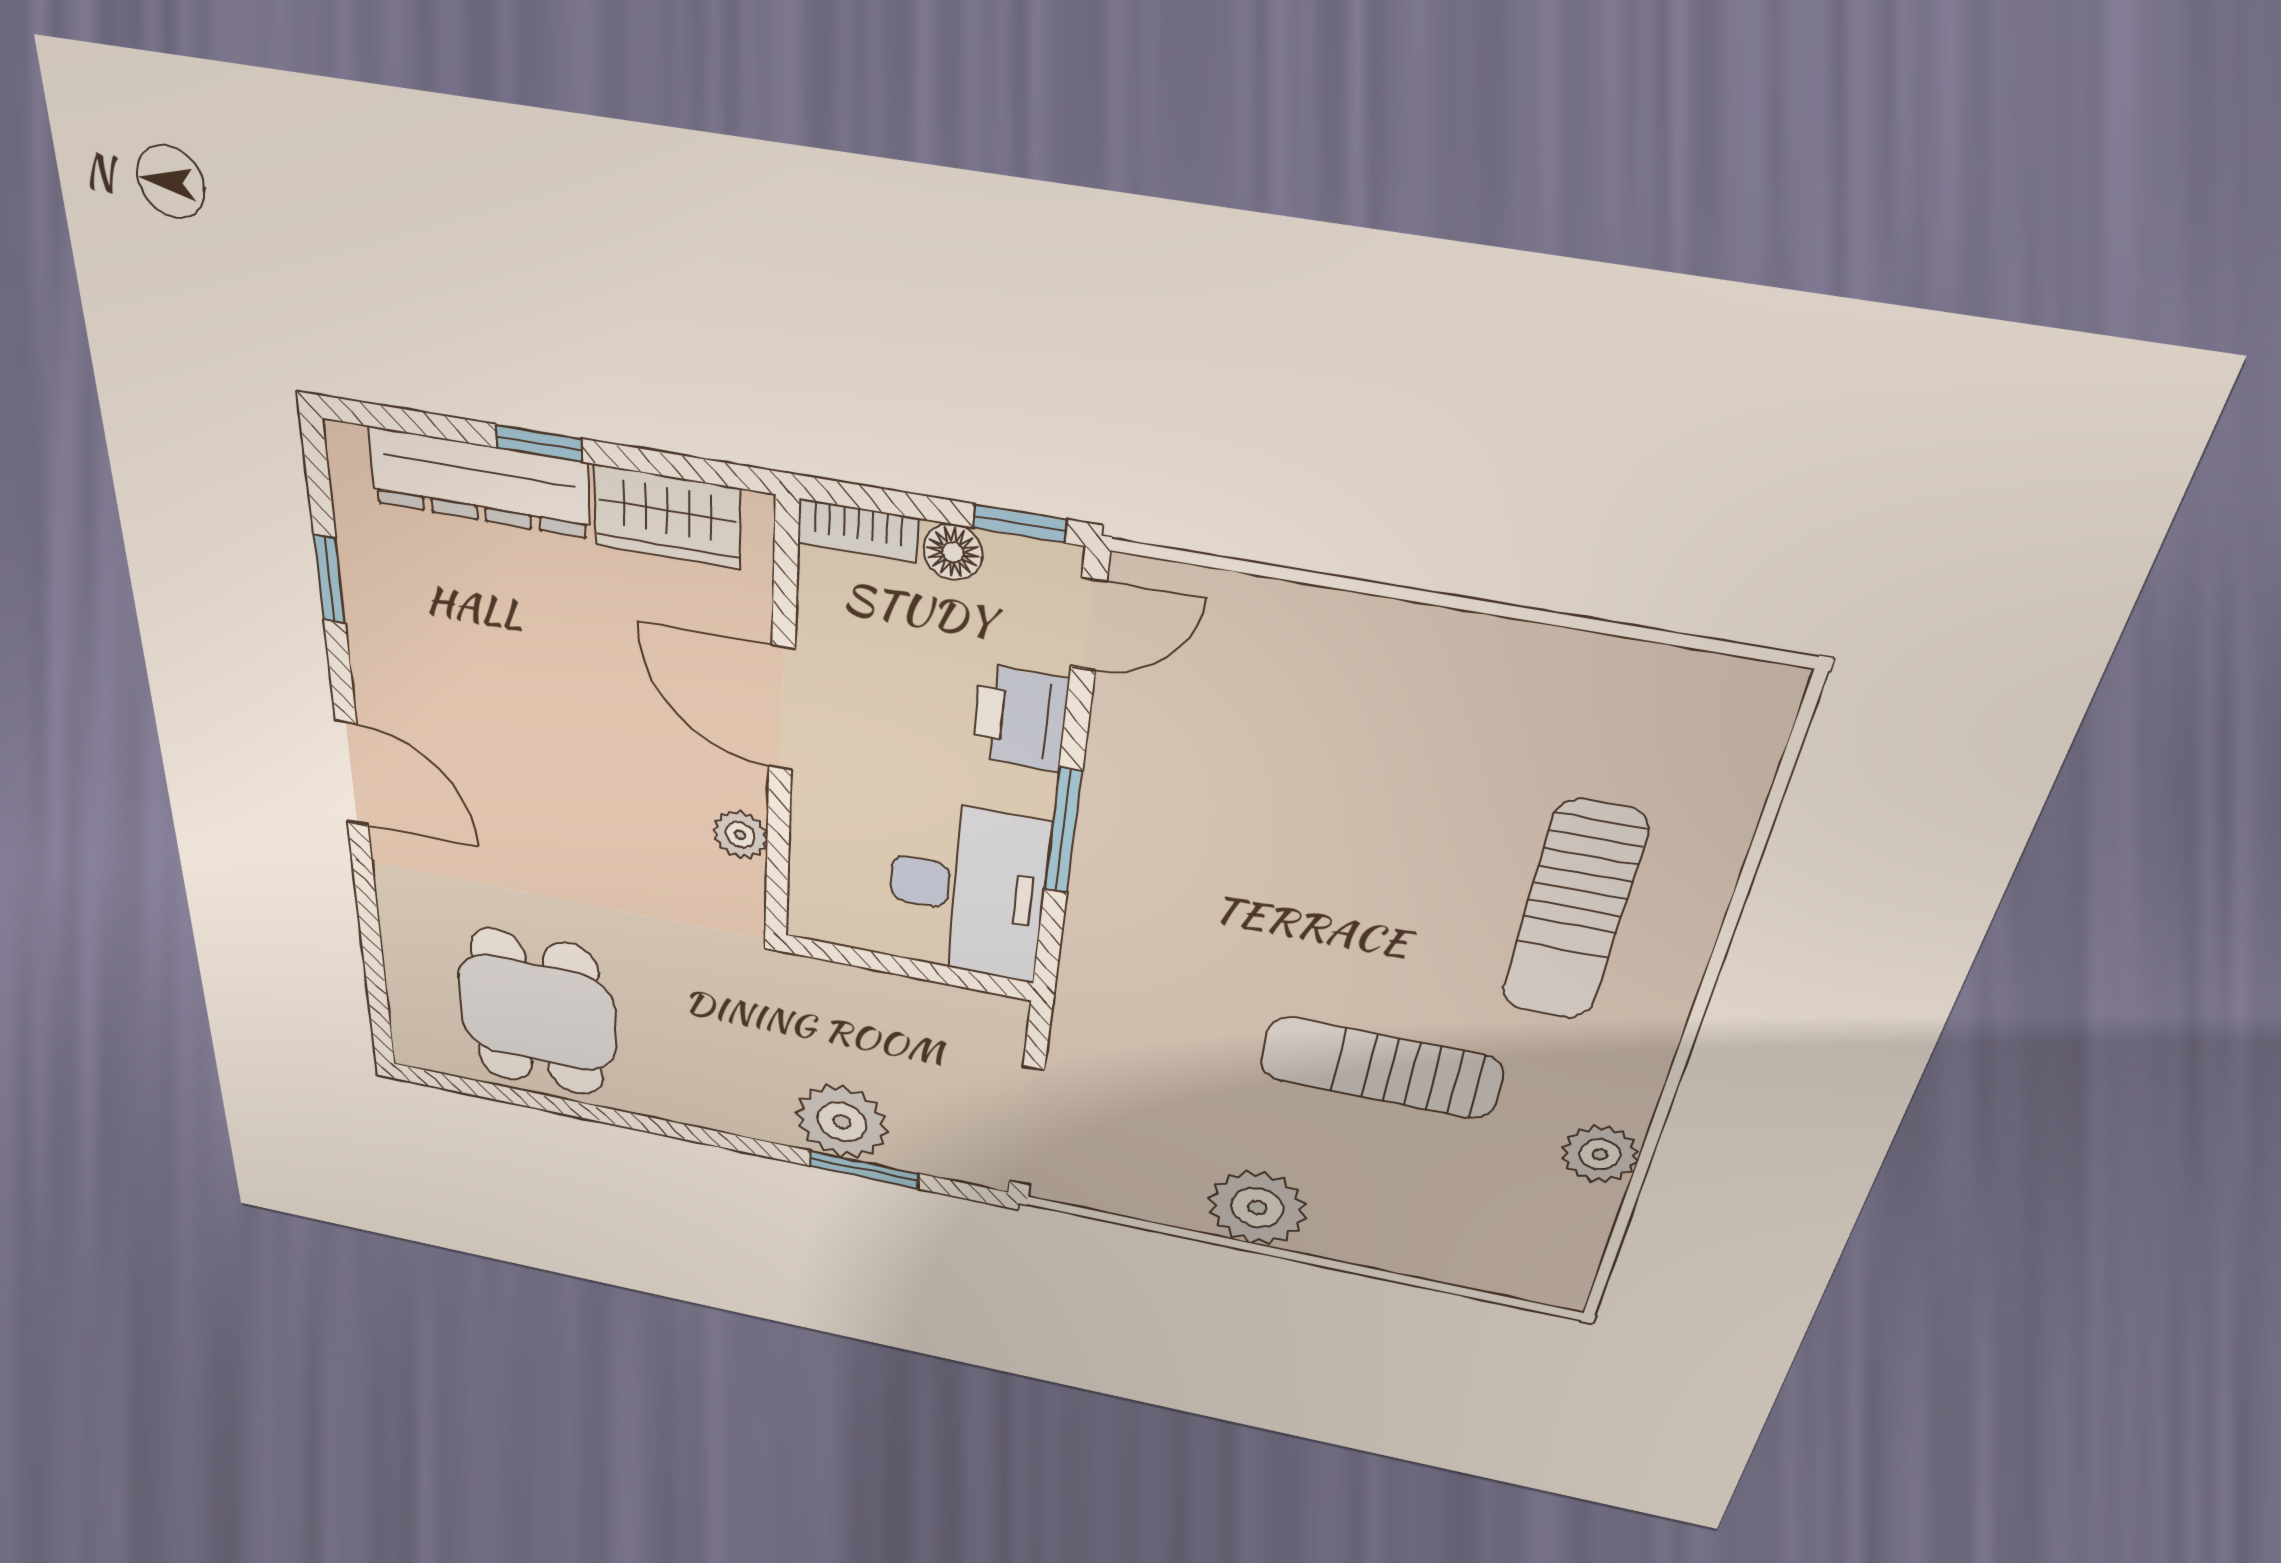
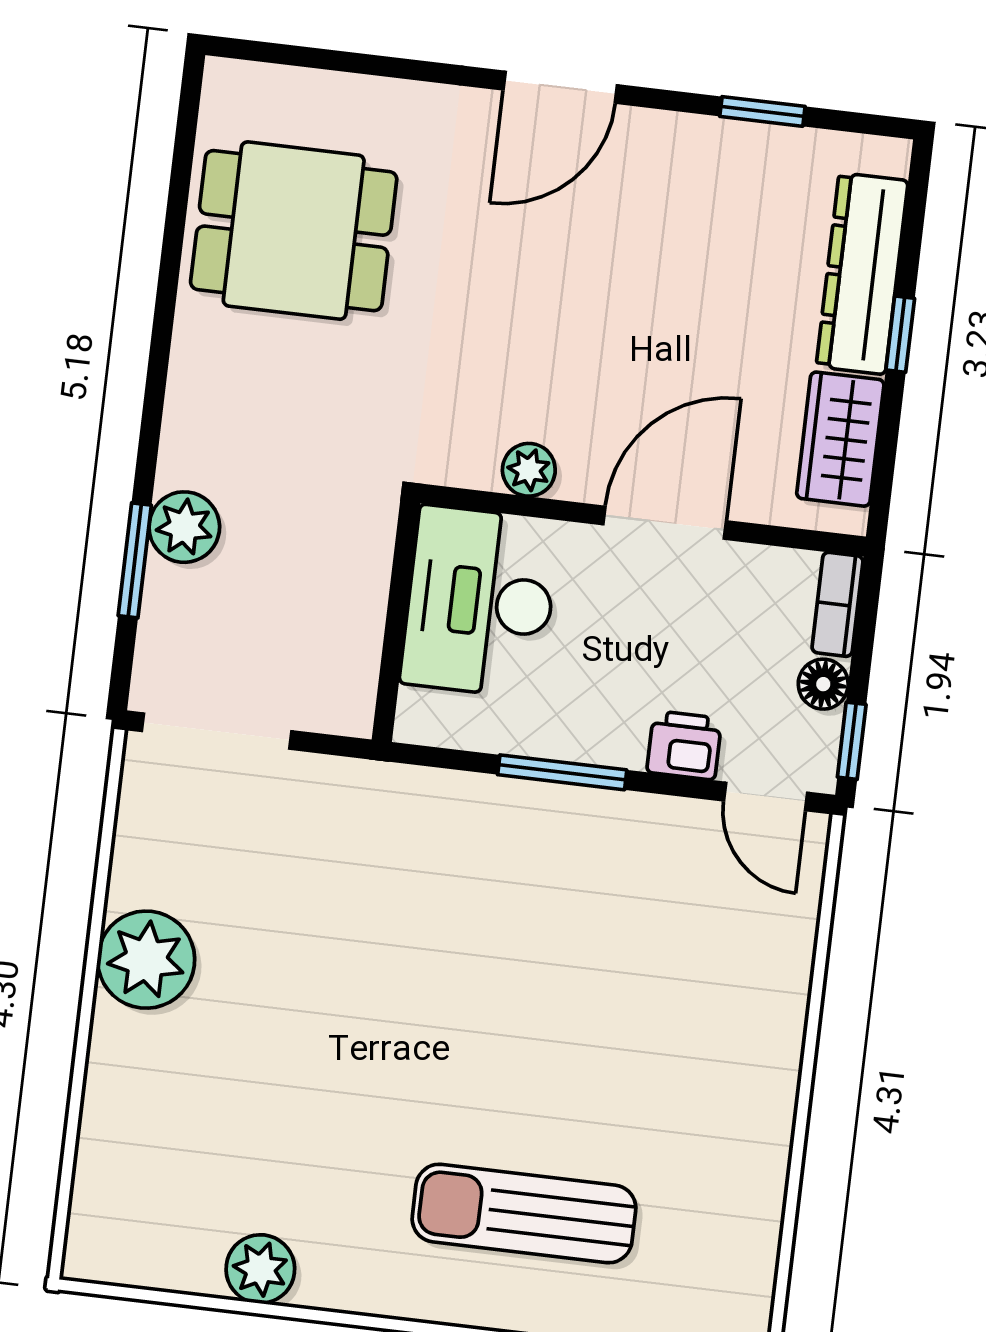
printer: (1020, 718) -> (684, 745), width x0.73, depth x0.81
desk: (967, 890) -> (480, 602), moved, turned 90
sun lounger: (1381, 1068) -> (335, 1065), removed
plant: (842, 1122) -> (184, 527), width x0.73, depth x0.73

